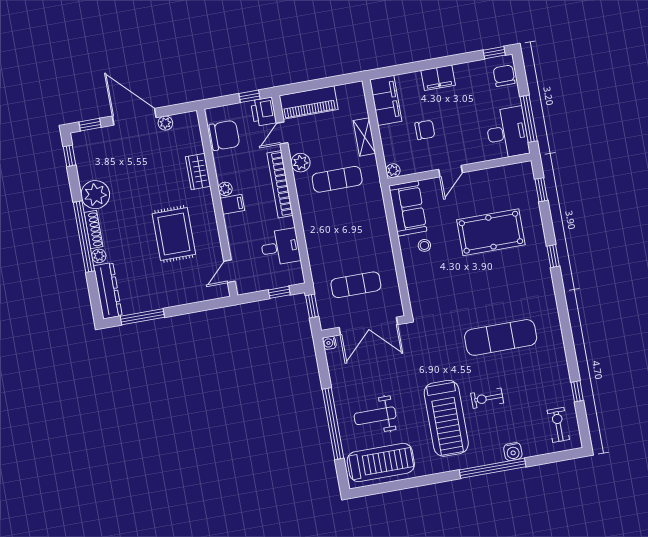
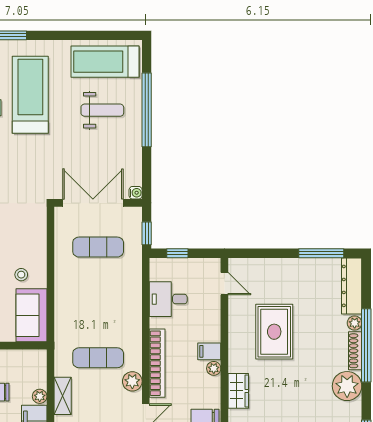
plant: (393, 171) -> (40, 396), moved
door: (229, 271) -> (224, 284), hinge flipped

